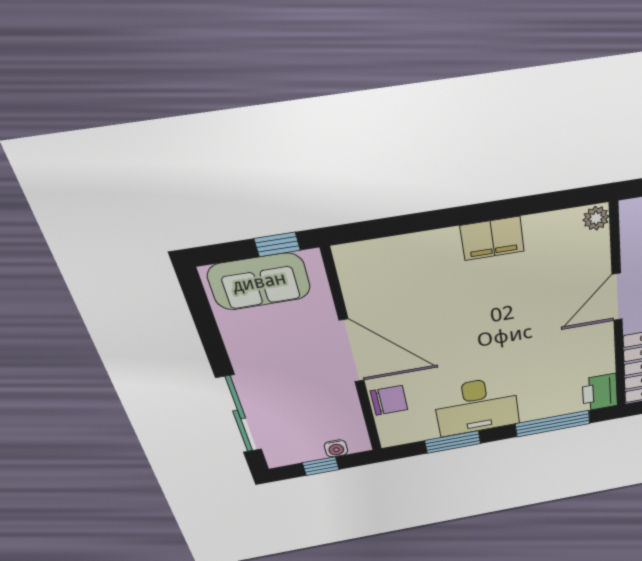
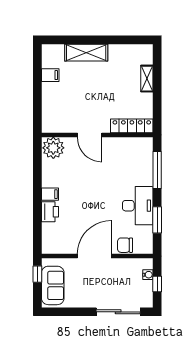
plant: (596, 218) -> (53, 148), width x1.88, depth x1.88
filing cabinet: (492, 238) -> (50, 194), width x0.50
printer: (600, 392) -> (50, 212), moved, turned -90
chair: (389, 400) -> (125, 245), turned -90

